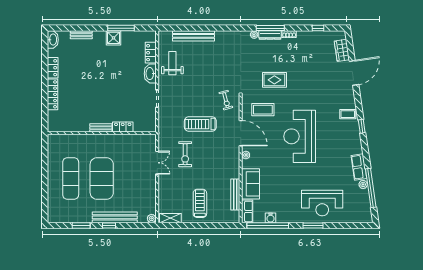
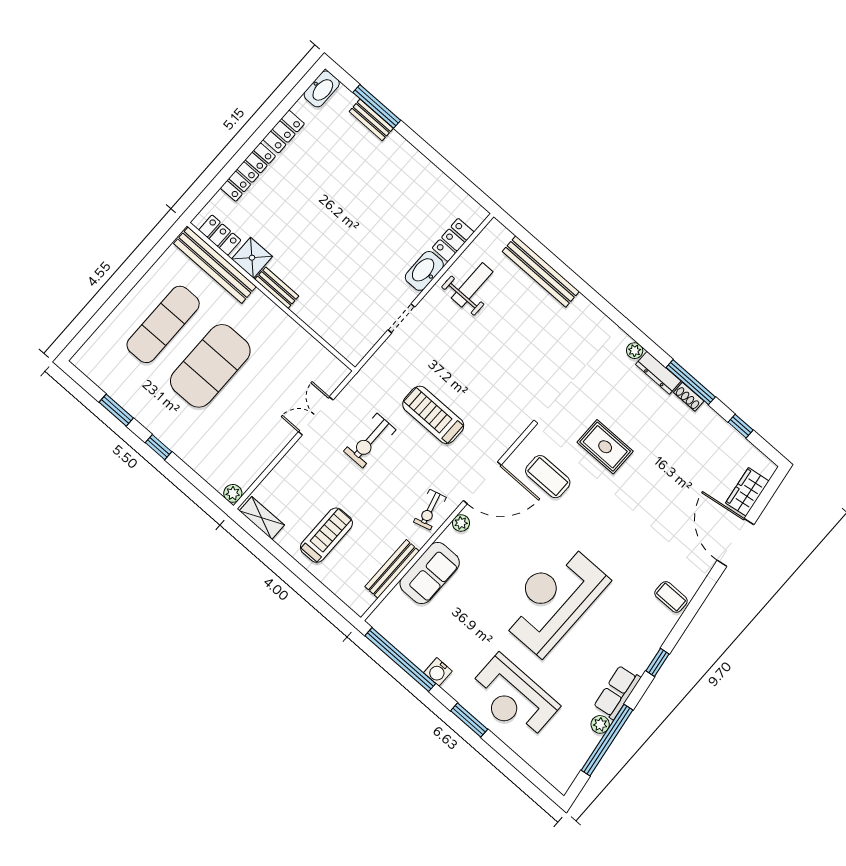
window: (121, 28) -> (377, 106), moved
window: (270, 28) -> (691, 382), moved
shower: (113, 38) -> (252, 258), moved
door: (354, 73) -> (735, 542), swing flipped
exercise bike: (226, 100) -> (430, 510), moved
window: (362, 126) -> (658, 662), moved
locker: (123, 127) -> (220, 235), moved
door: (241, 133) -> (482, 483), hinge flipped
reception desk: (300, 136) -> (553, 599), moved
double door: (157, 163) -> (316, 416), swing flipped
row of seats: (247, 211) -> (388, 611), removed
bench: (115, 217) -> (215, 265), moved
water cooler: (270, 218) -> (438, 672), moved

